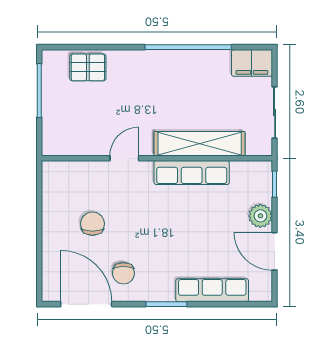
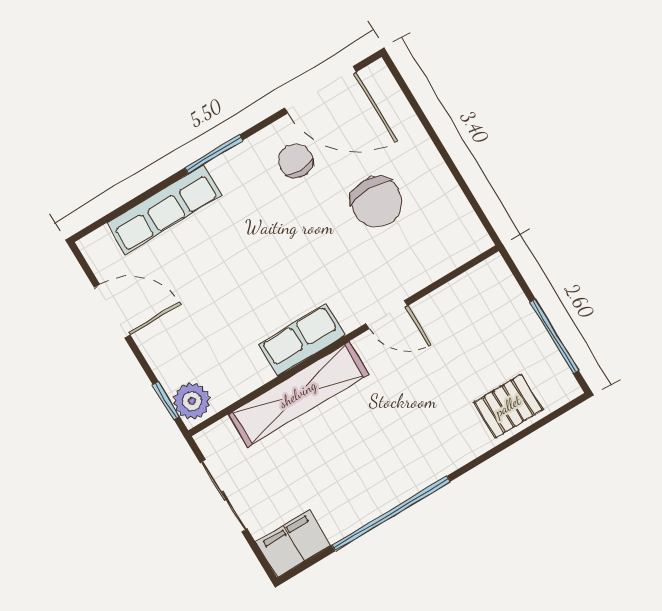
door: (124, 158) -> (387, 315), hinge flipped
row of seats: (192, 173) -> (302, 340), width x0.68
plant: (260, 216) -> (192, 401), moved
chair: (92, 224) -> (377, 202), width x1.37, depth x1.37

